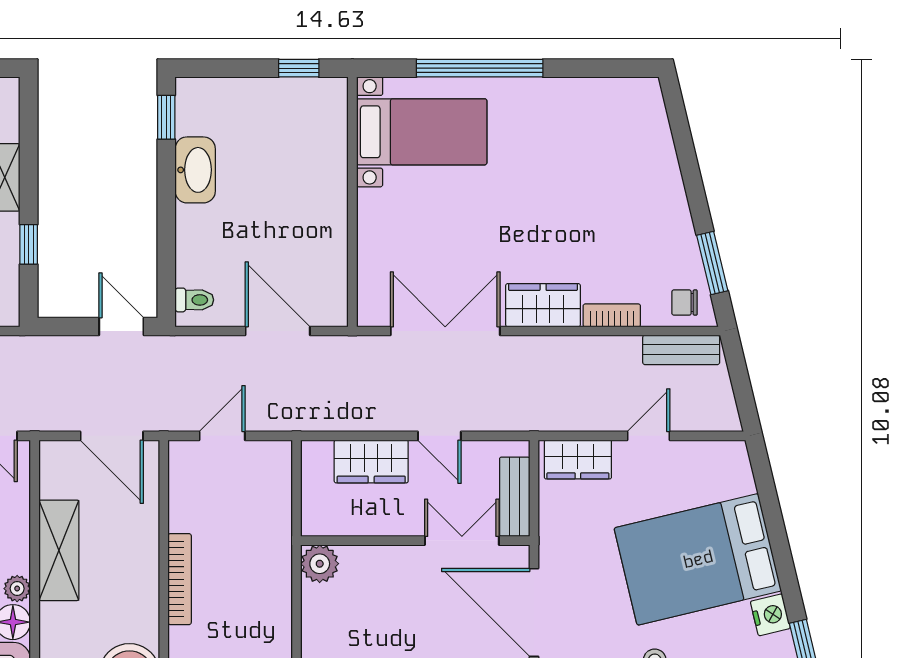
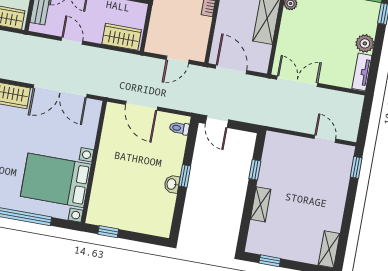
window: (166, 117) -> (185, 176), moved
bed with nightstands: (422, 132) -> (56, 180), width x1.36
washbasin: (195, 170) -> (172, 184), width x0.52, depth x0.69
wardrobe: (371, 461) -> (122, 37), moved

